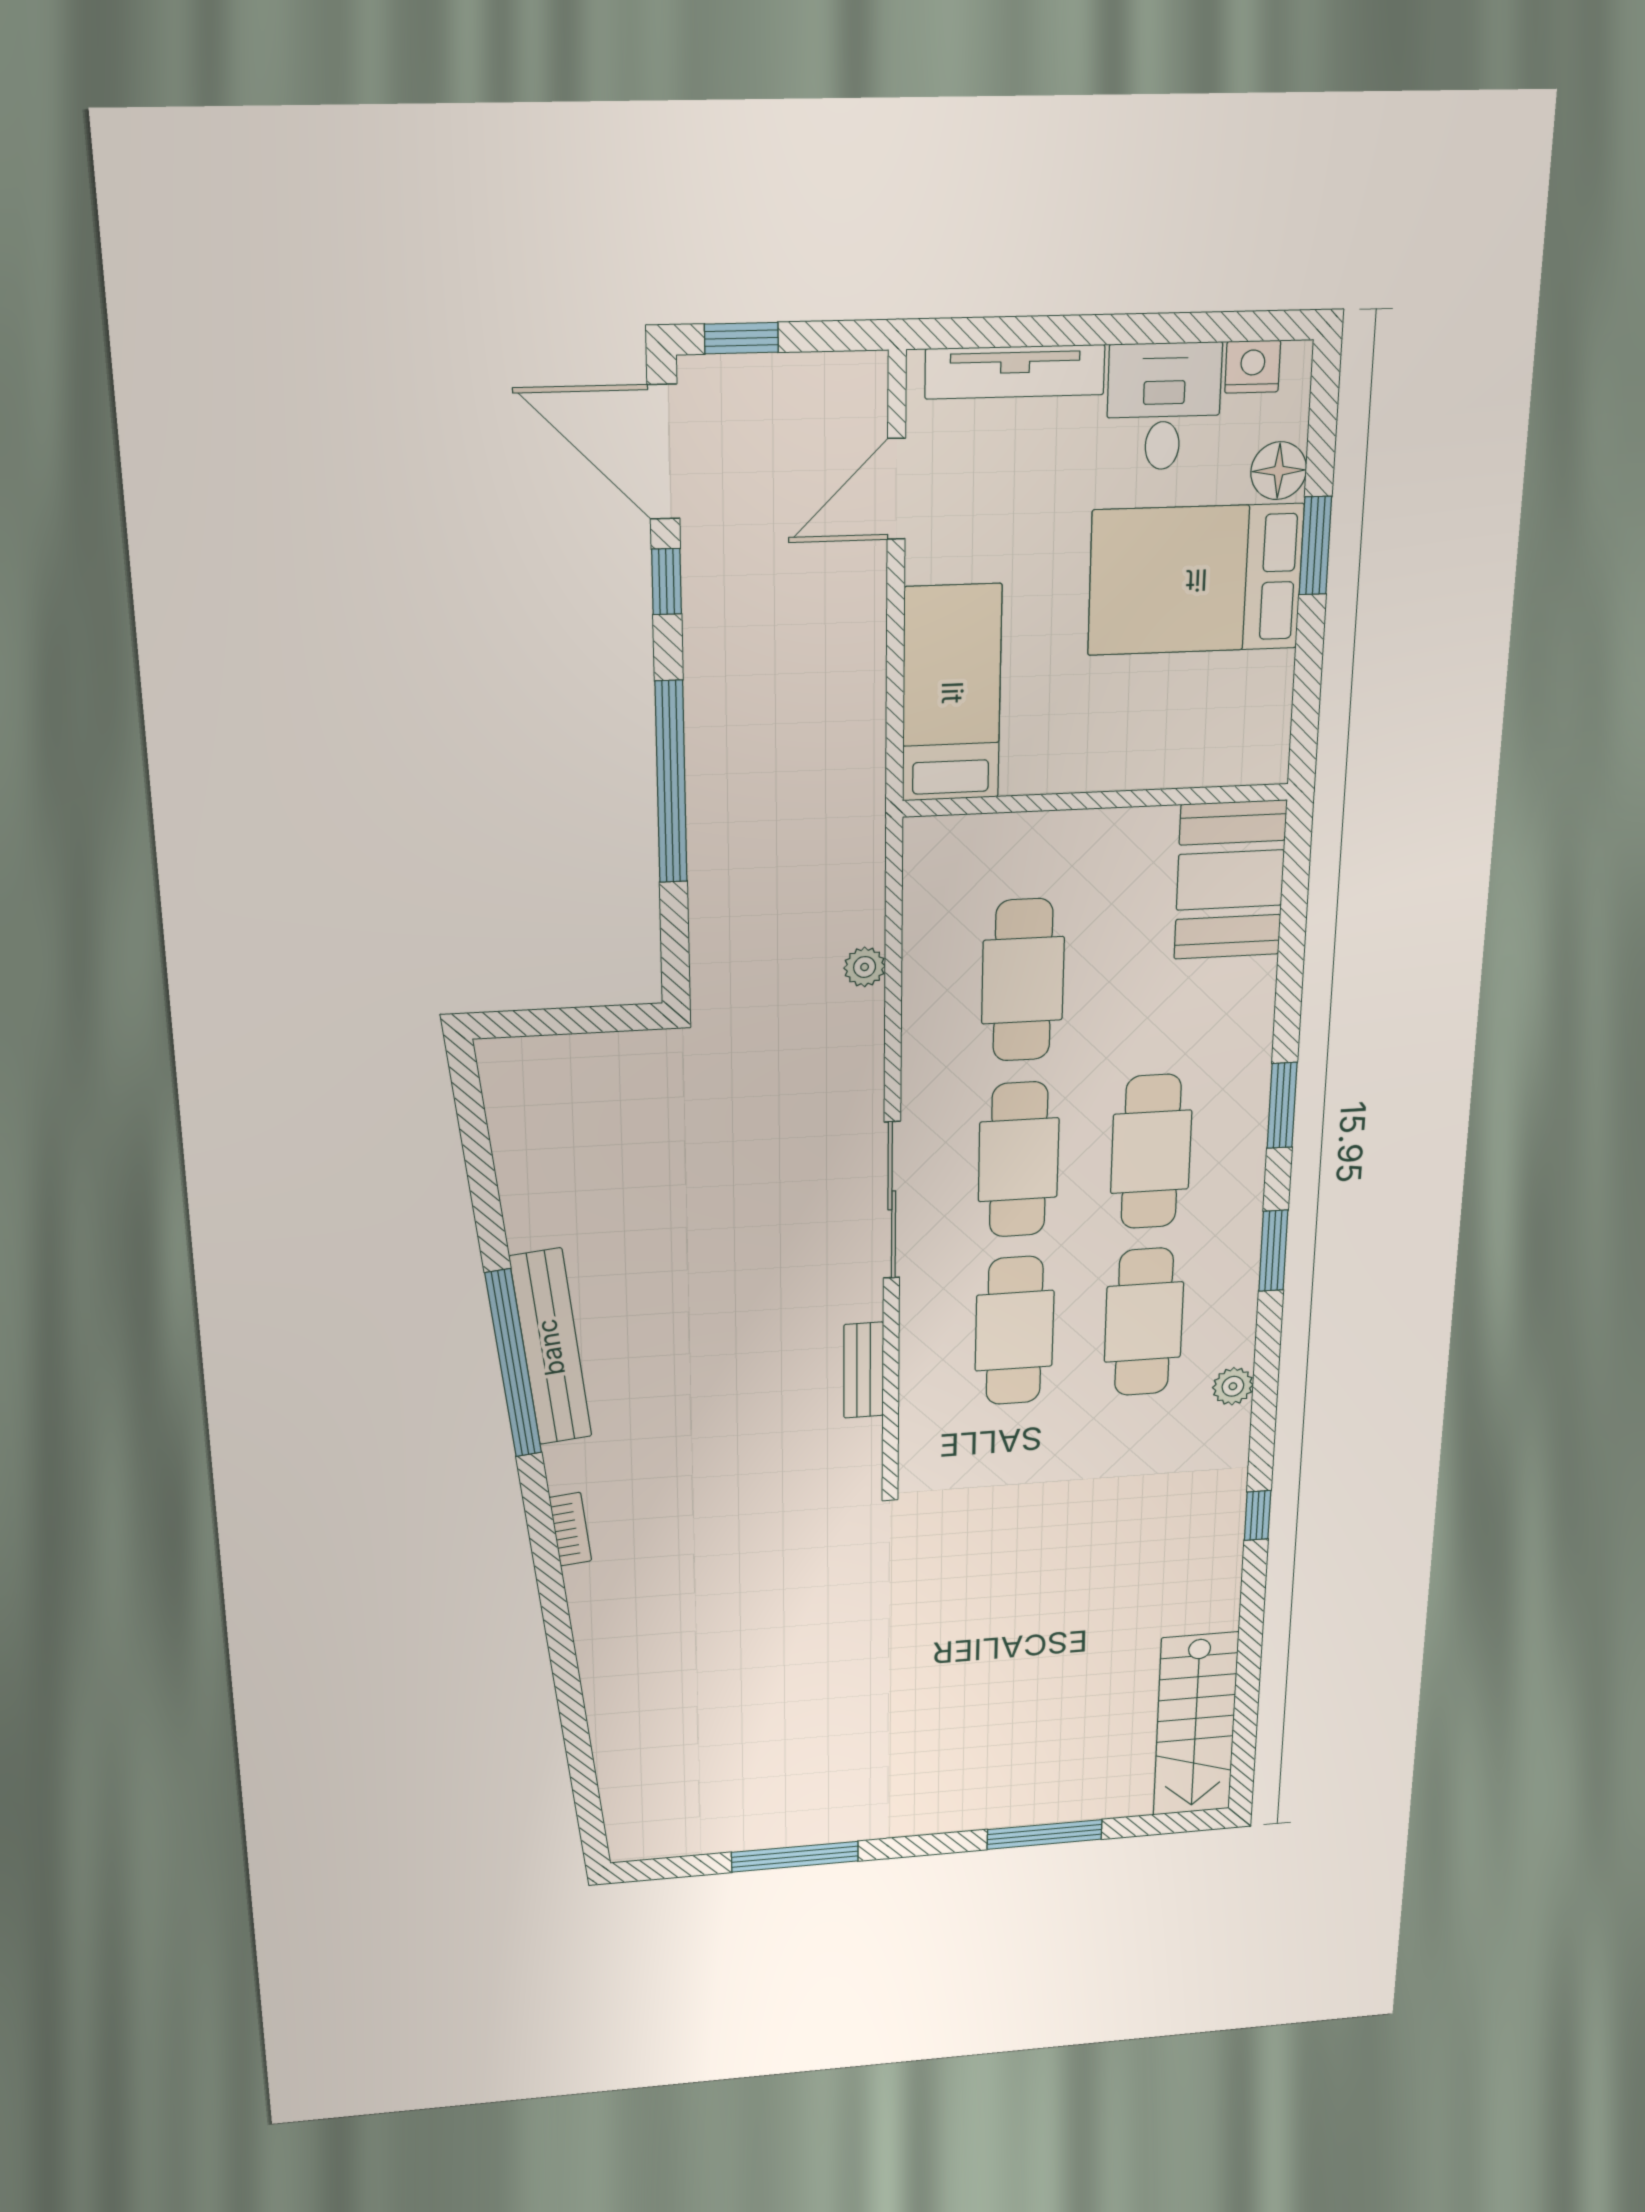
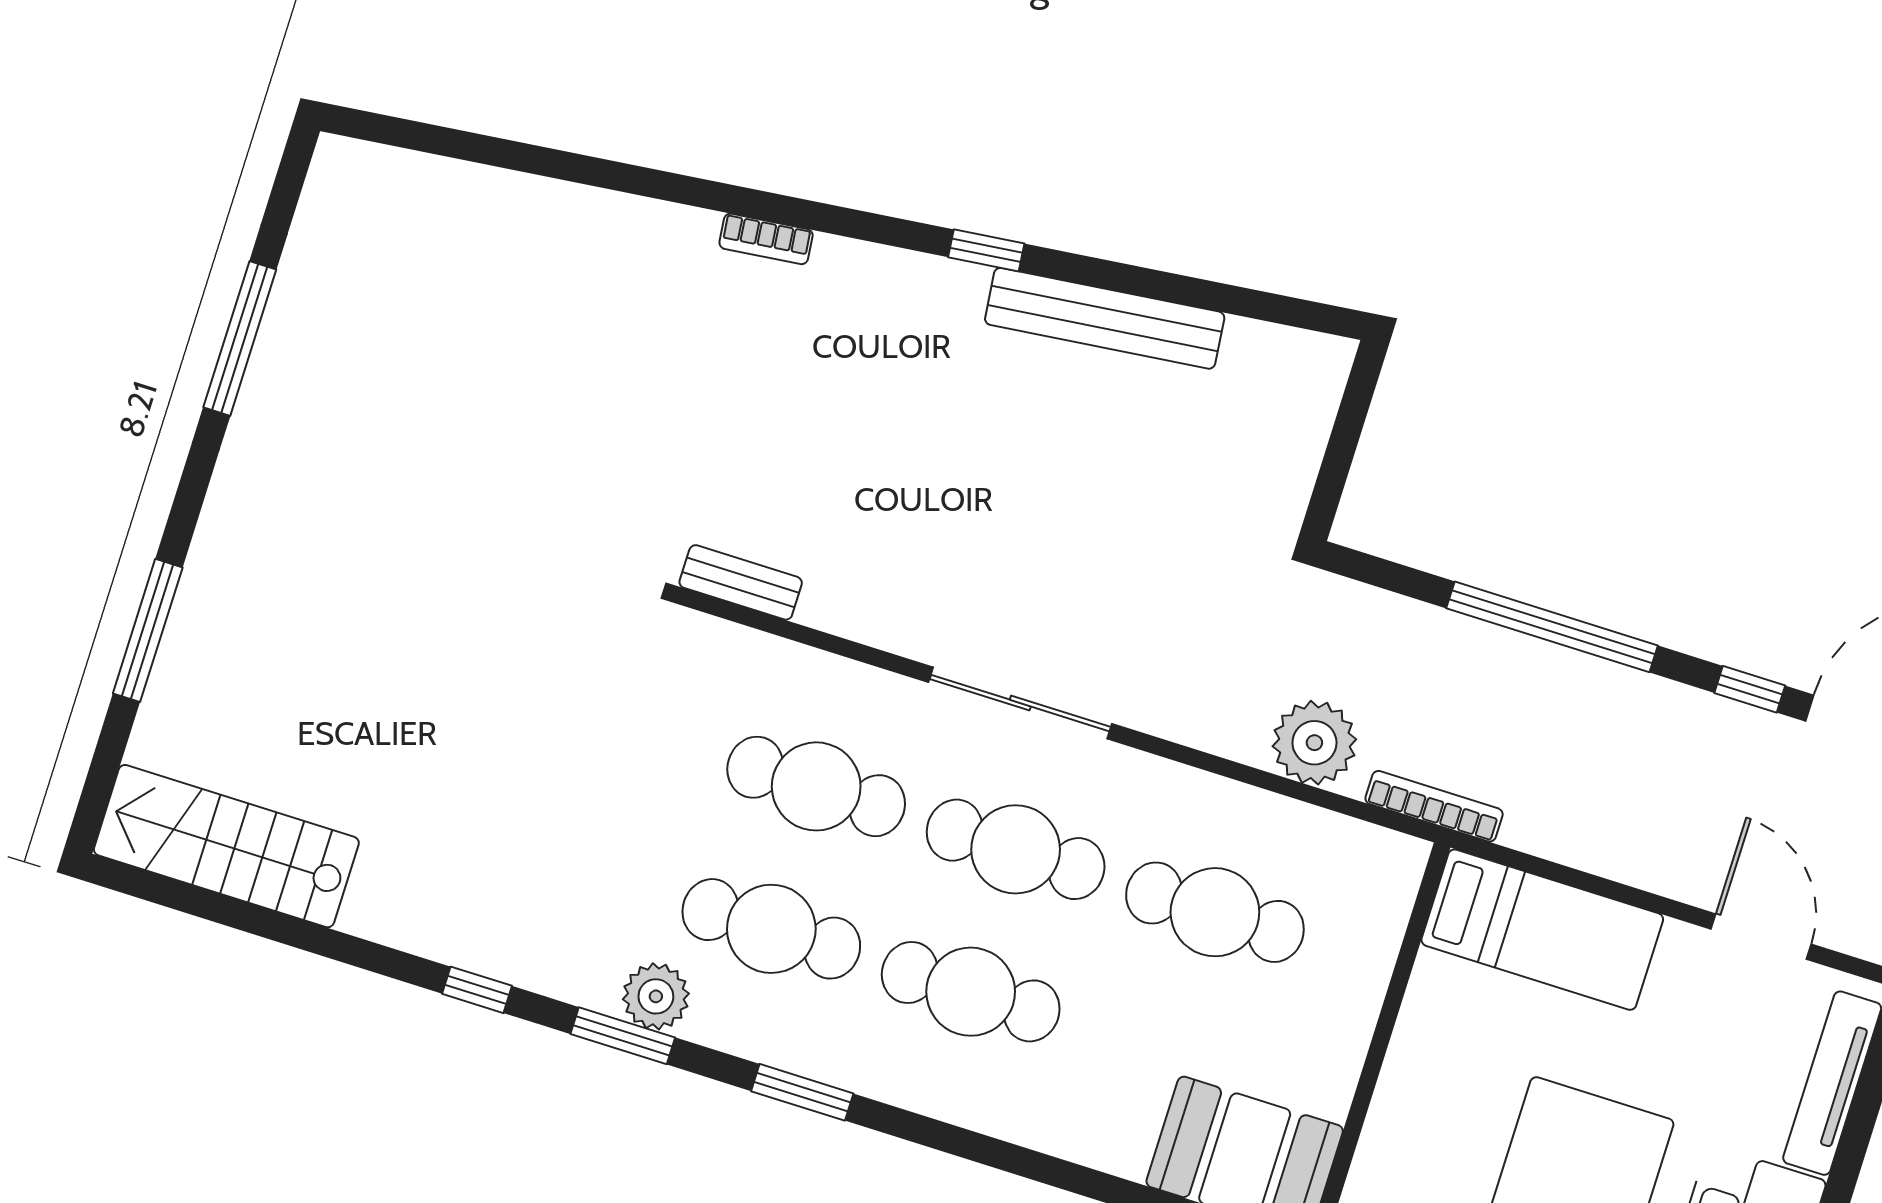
bookcase: (870, 828) -> (1434, 806), added
plant: (865, 967) -> (1314, 743), width x1.88, depth x1.88
window: (1282, 1105) -> (623, 1036), moved
bench: (551, 1347) -> (1105, 318), moved
window: (513, 1364) -> (986, 250), width x0.32
bench: (864, 1370) -> (741, 582), moved
plant: (1233, 1386) -> (656, 996), width x1.38, depth x1.38

